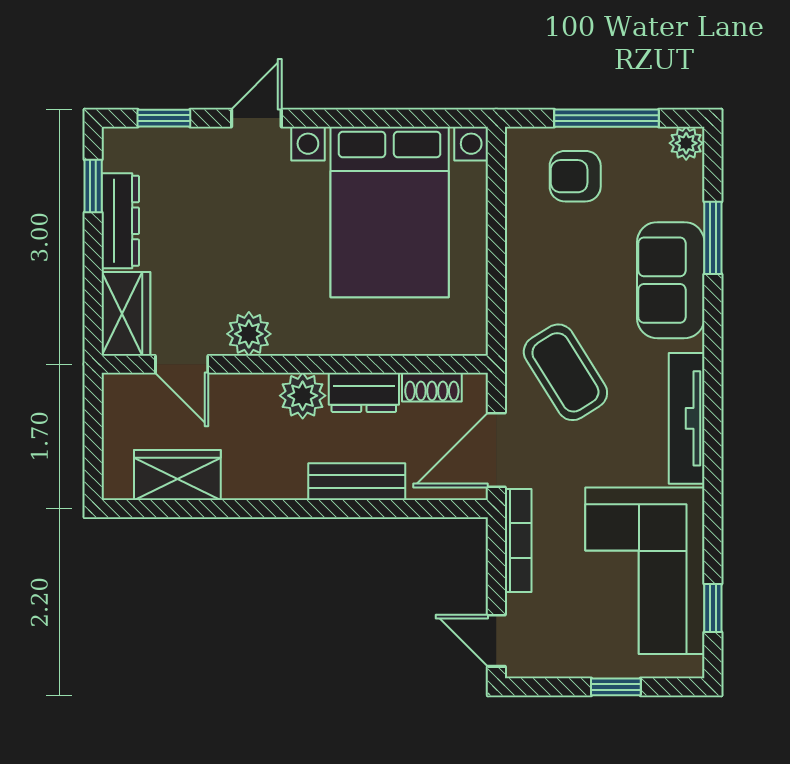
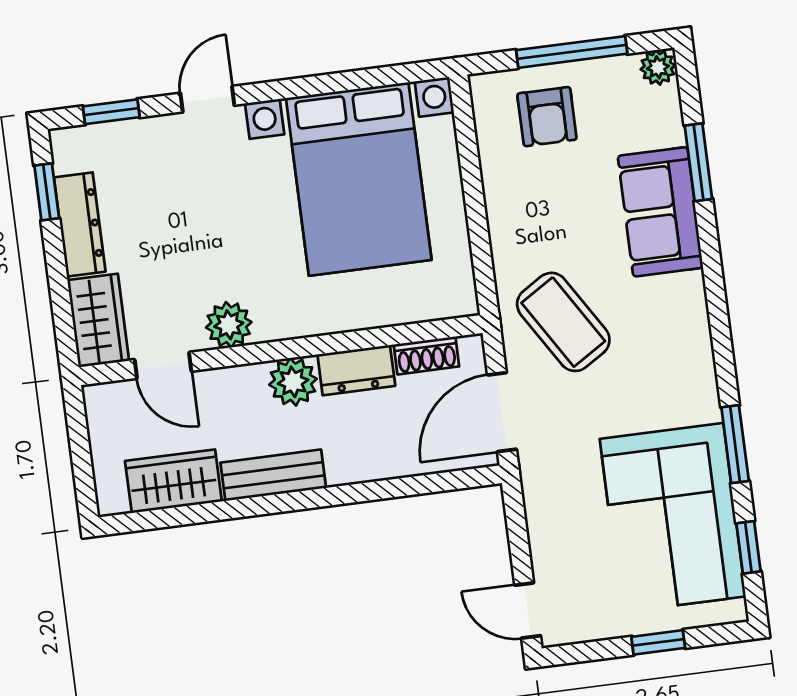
armchair: (575, 176) -> (547, 117), turned -90
tv unit: (687, 418) -> (696, 354), removed
bench: (357, 482) -> (273, 475), moved
window: (713, 509) -> (735, 444), added
bookcase: (518, 541) -> (537, 503), removed

